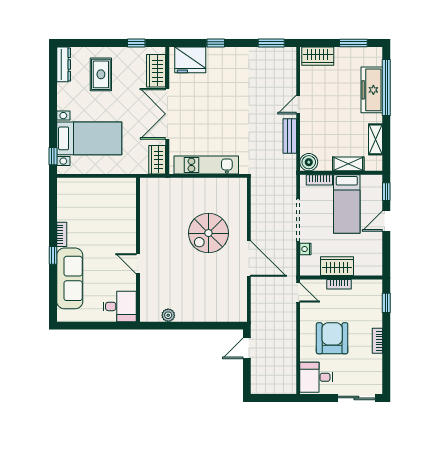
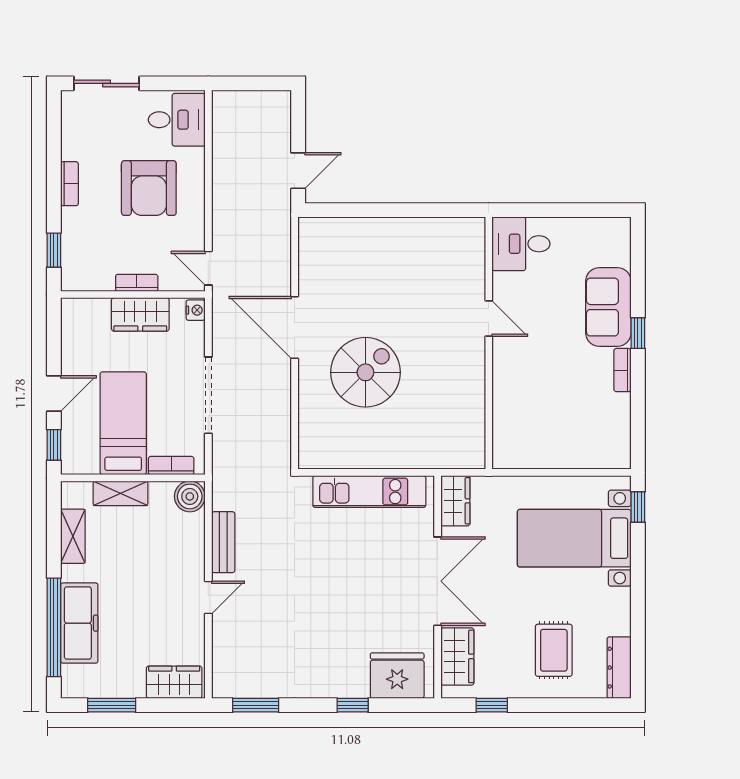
nightstand: (305, 249) -> (196, 310), moved
sofa: (70, 278) -> (608, 307), width x0.73
plant: (168, 315) -> (436, 228), removed

